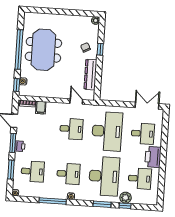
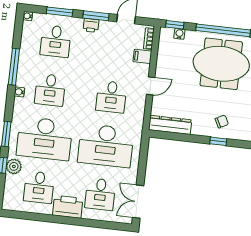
dresser: (90, 75) -> (170, 125), moved
door: (76, 102) -> (151, 86), moved
double door: (147, 106) -> (138, 202), swing flipped

